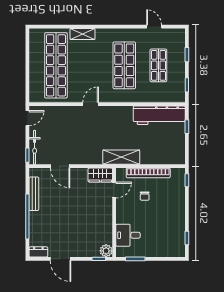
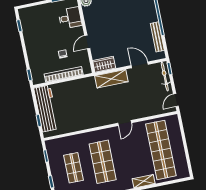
workbench: (159, 115) -> (46, 108), moved, turned 90
shelving: (121, 157) -> (111, 79), moved
door: (114, 190) -> (87, 42), moved

